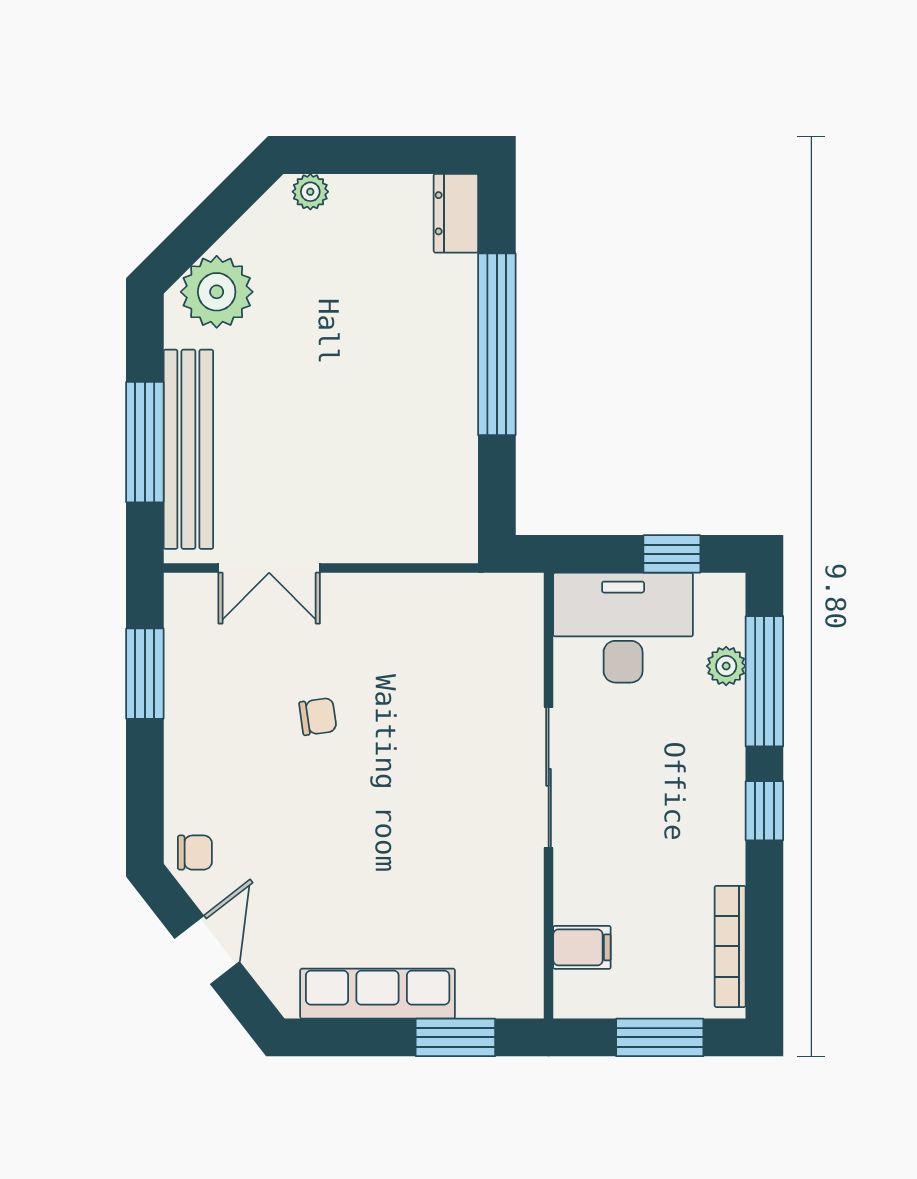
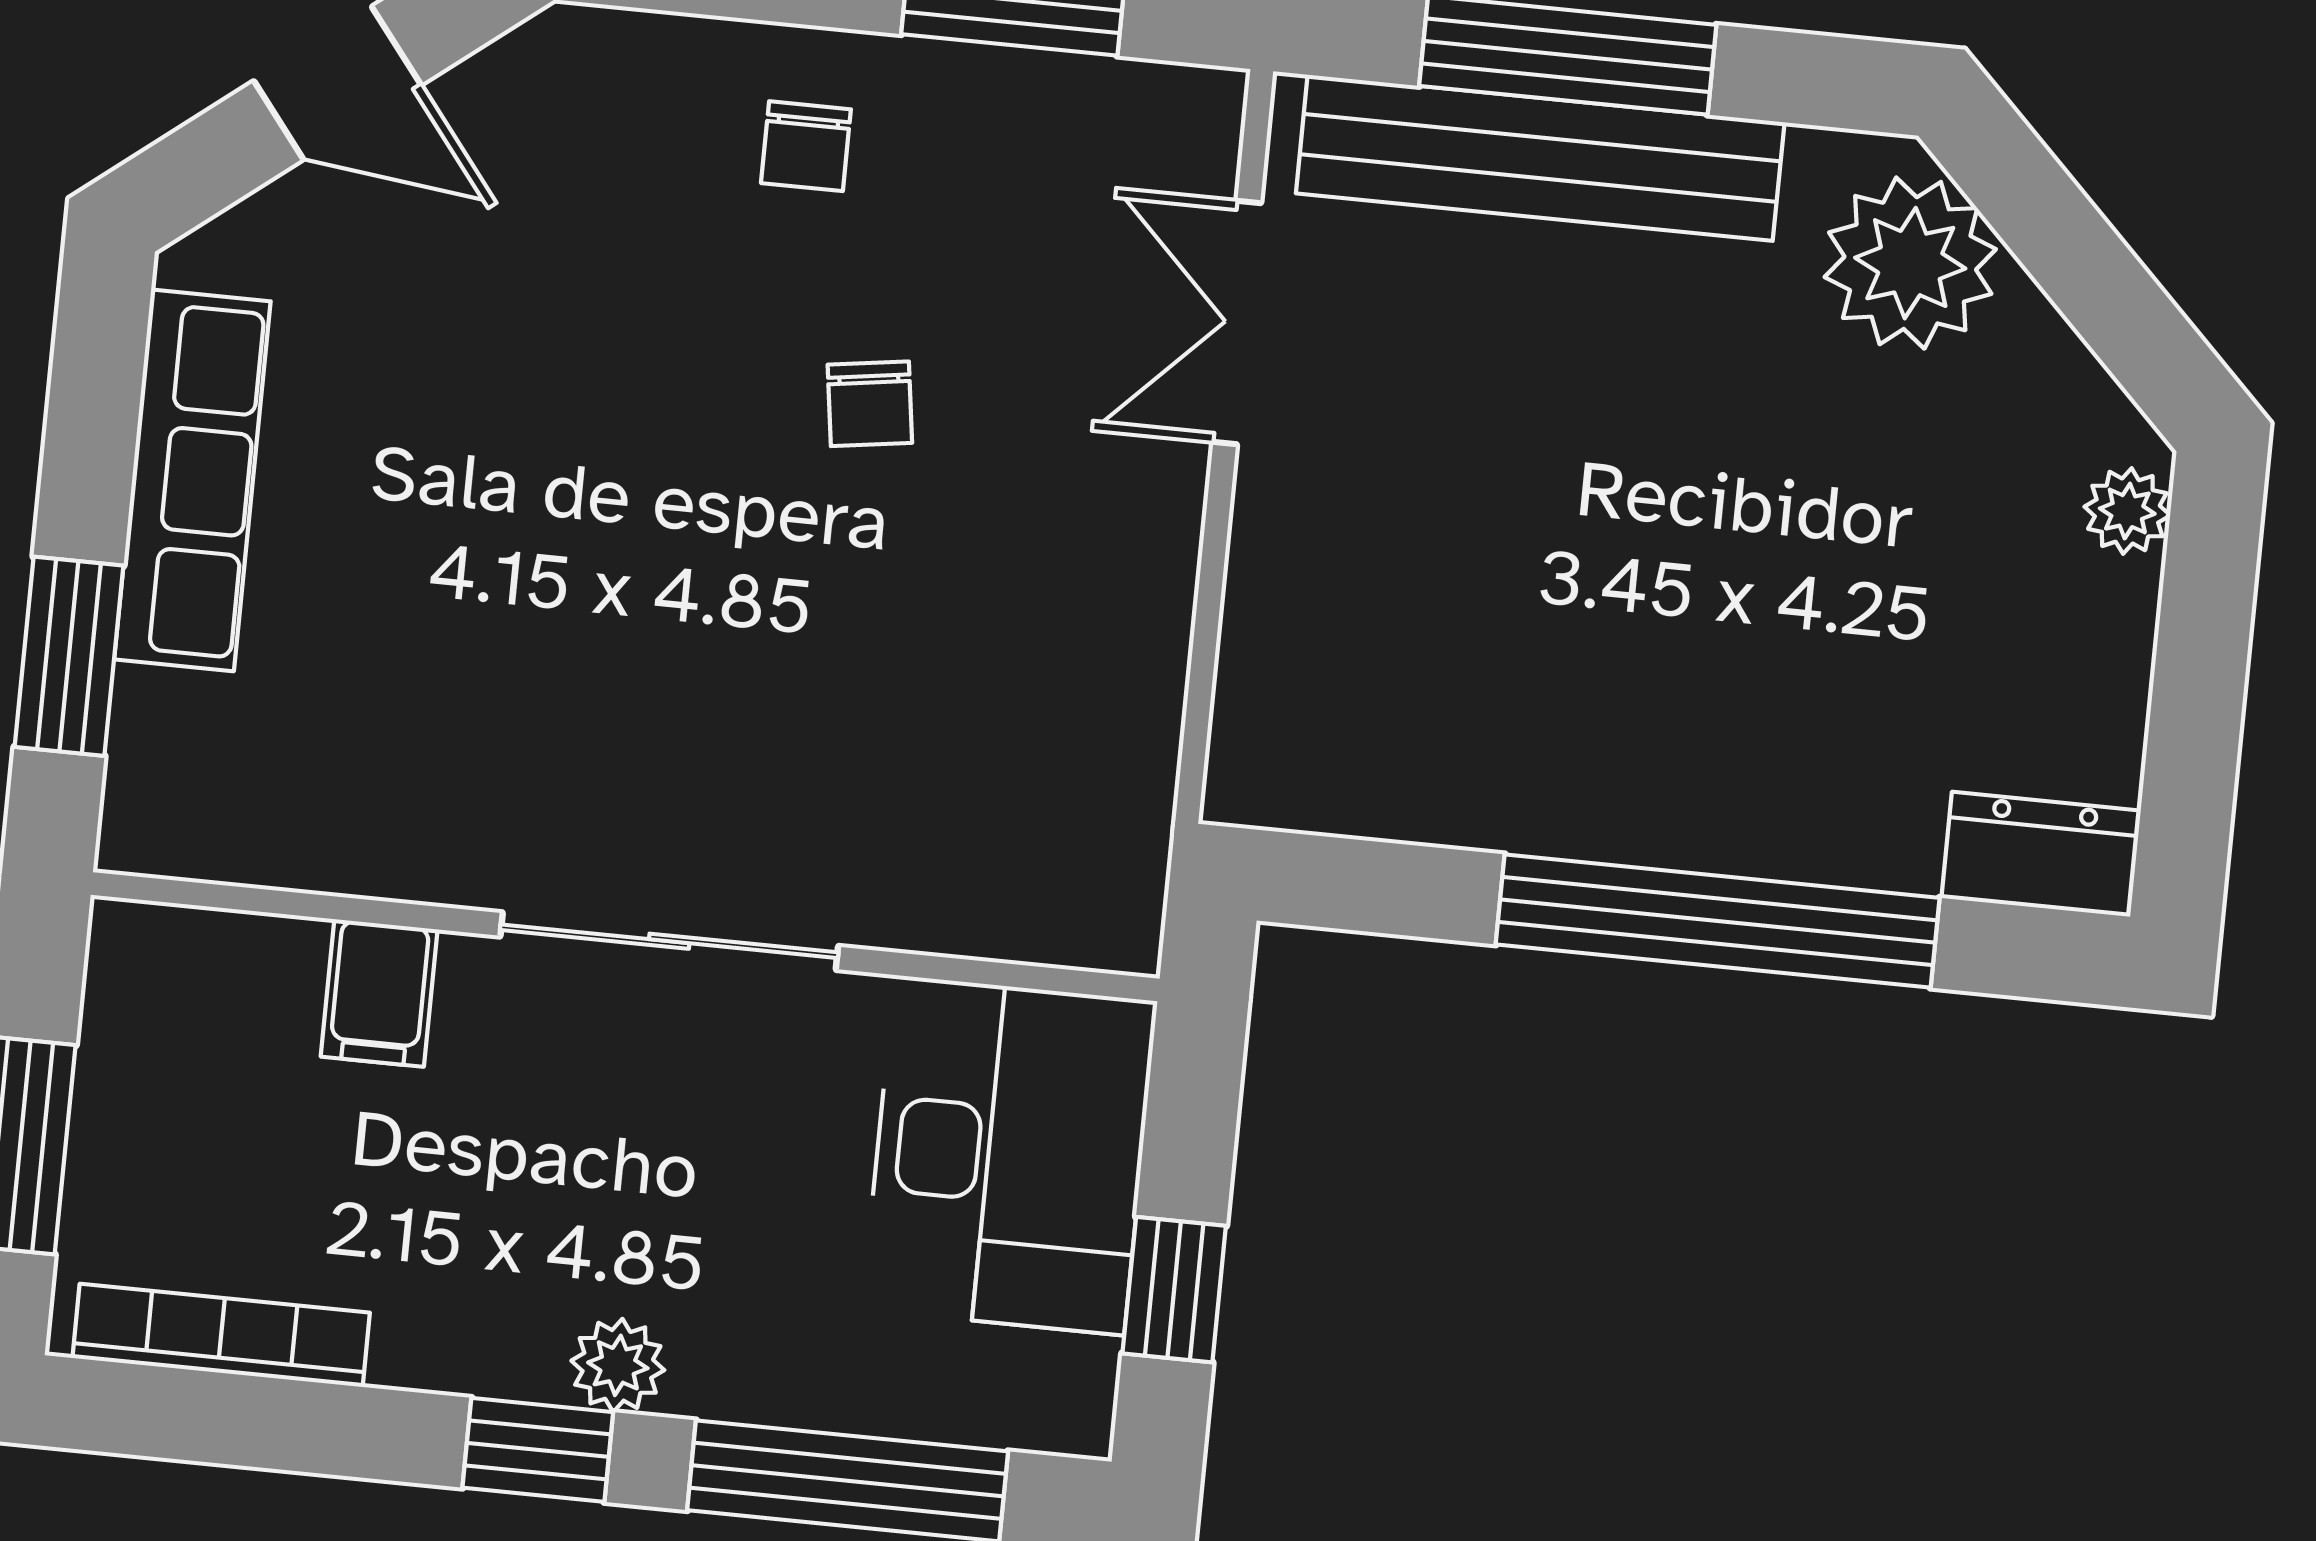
plant: (726, 666) -> (618, 1365), moved
chair: (195, 853) -> (806, 146), moved
filing cabinet: (582, 947) -> (379, 993), moved

